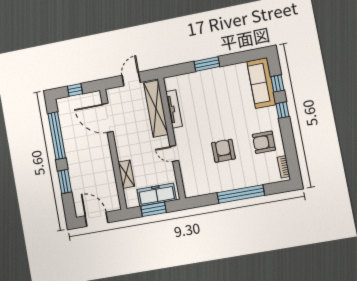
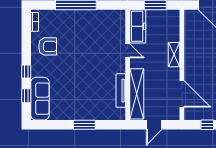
armchair: (223, 151) -> (84, 46), removed
shelving: (126, 174) -> (174, 55), moved
freezer: (157, 195) -> (138, 26), moved, turned -90

